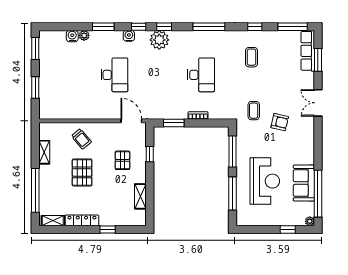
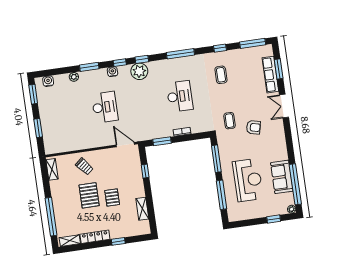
water cooler: (72, 36) -> (48, 81), moved
row of seats: (308, 51) -> (270, 75), moved
shelving: (44, 152) -> (52, 169), moved
pallet: (122, 160) -> (112, 197), moved

